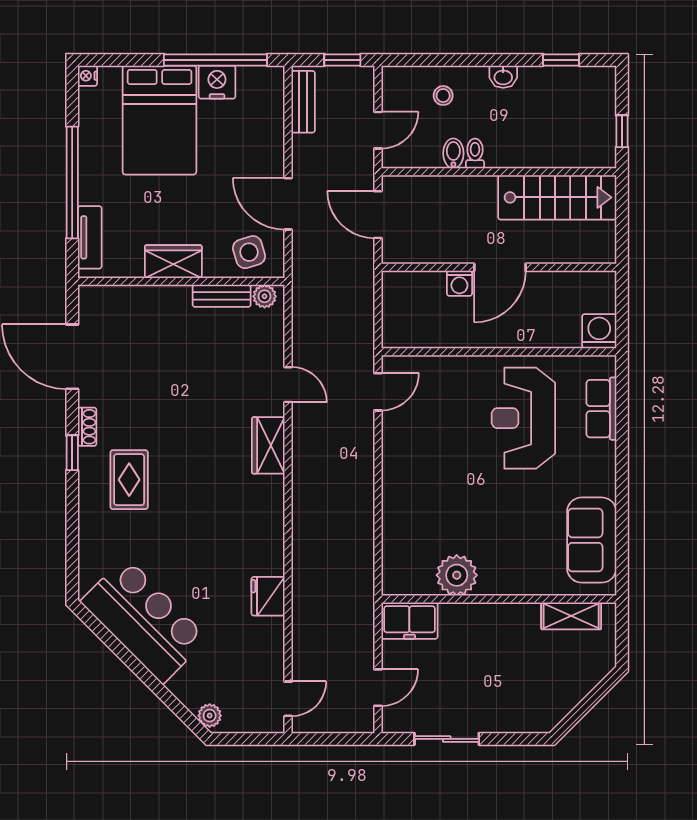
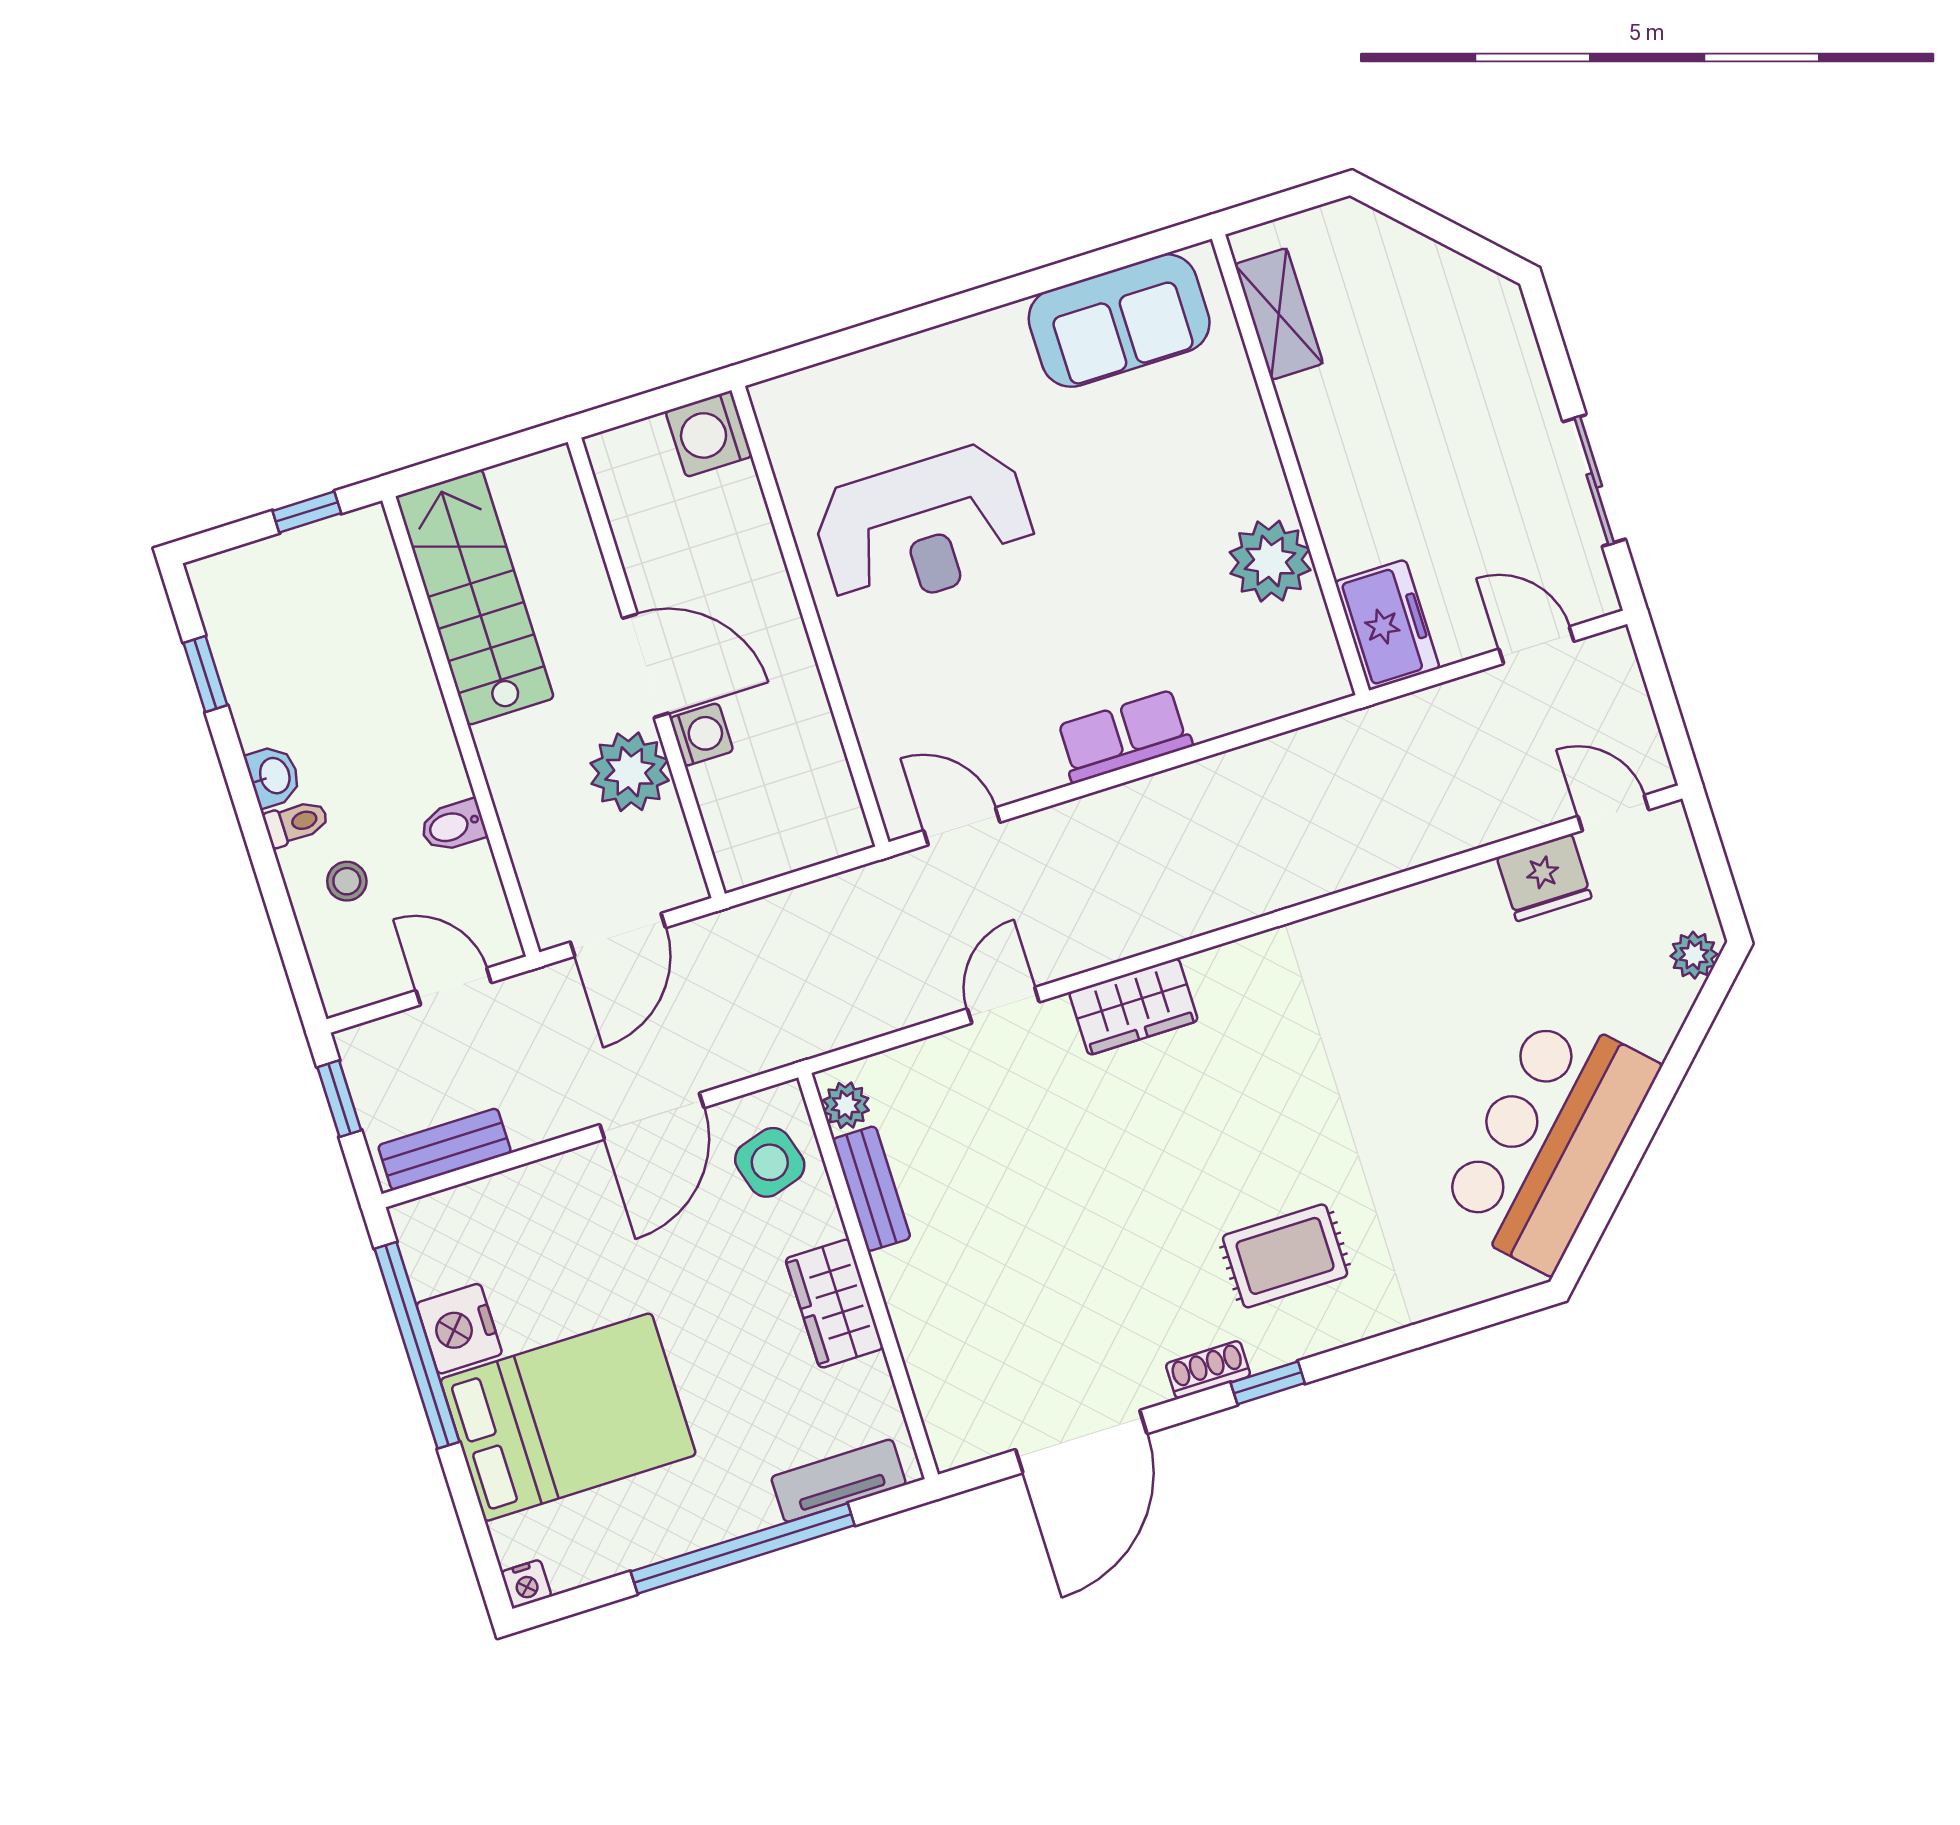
toilet: (475, 153) -> (296, 823), moved, turned 180
plant: (453, 244) -> (630, 772), added
row of seats: (601, 409) -> (1124, 736), moved, turned 180
fridge: (268, 596) -> (1544, 878), moved

